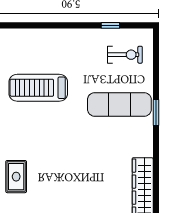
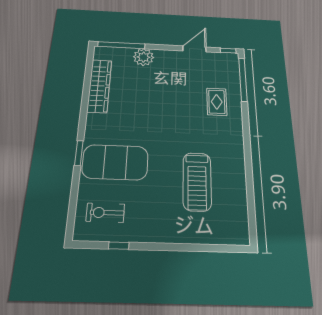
treadmill: (38, 88) -> (197, 181), turned 90
exercise mat: (119, 104) -> (115, 162), width x1.47

